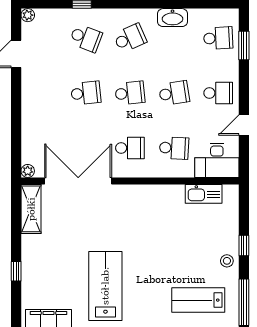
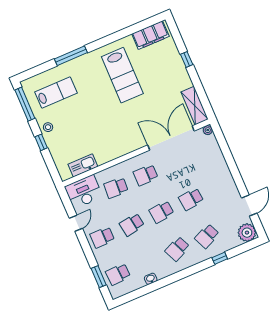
plant: (28, 15) -> (247, 233), width x1.88, depth x1.88
washbasin: (172, 18) -> (151, 279), width x0.52, depth x0.69
school desk: (86, 38) -> (207, 236), turned -45
double door: (78, 181) -> (171, 138), swing flipped

